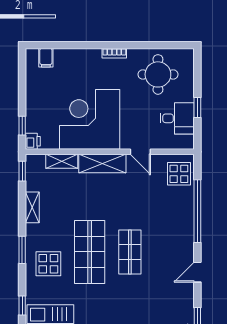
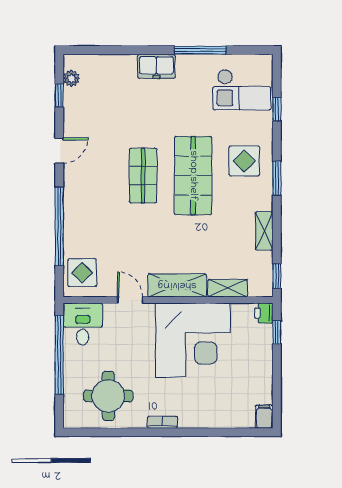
filing cabinet: (46, 58) -> (264, 417), moved
window: (197, 107) -> (59, 355), width x3.17
desk: (177, 118) -> (83, 324), moved, turned 90

